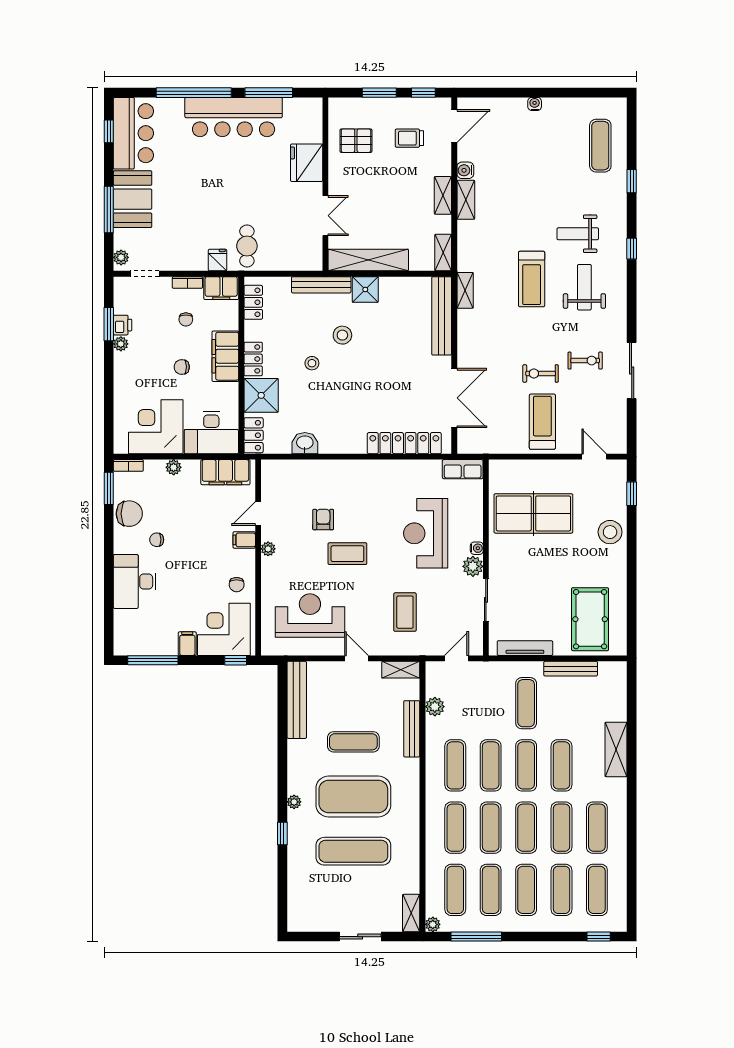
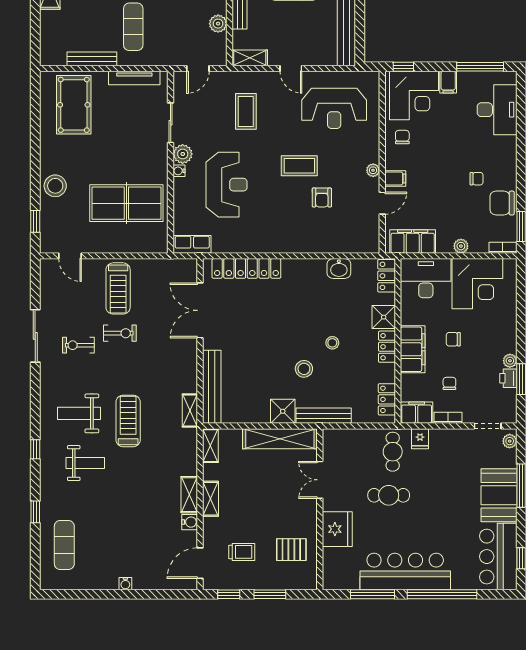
cafe table: (251, 199) -> (389, 495), added
weight bench: (584, 287) -> (79, 413), turned 90
chair: (182, 367) -> (453, 339), turned 180
shower: (261, 395) -> (384, 317), width x0.73, depth x0.73
desk: (135, 581) -> (497, 110), moved

